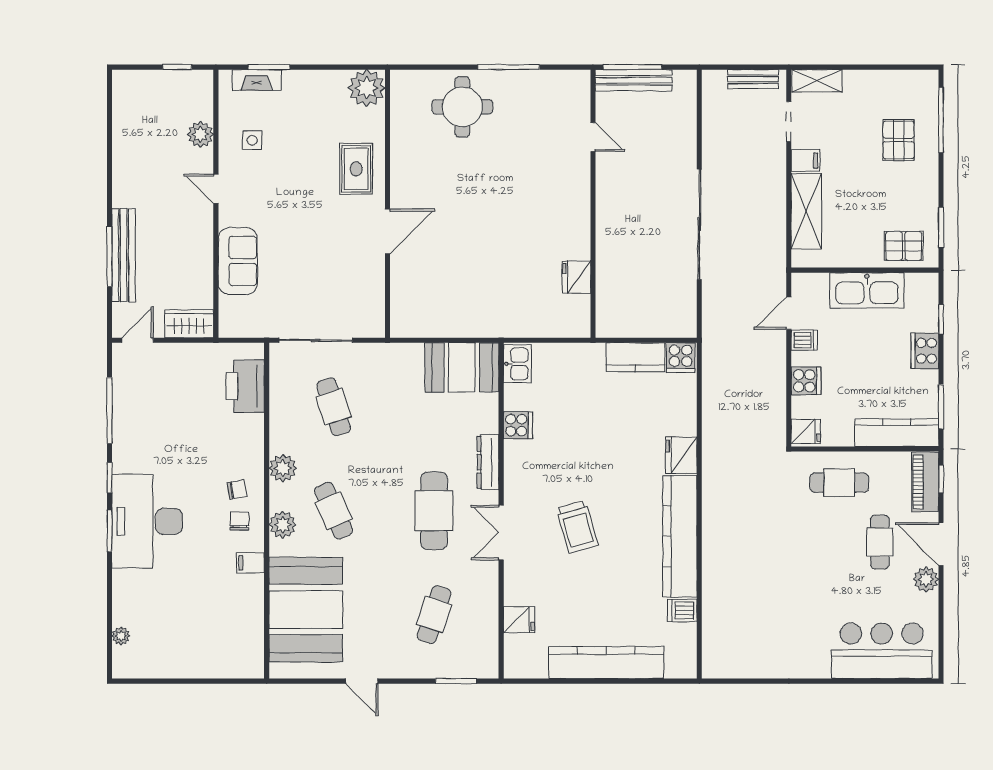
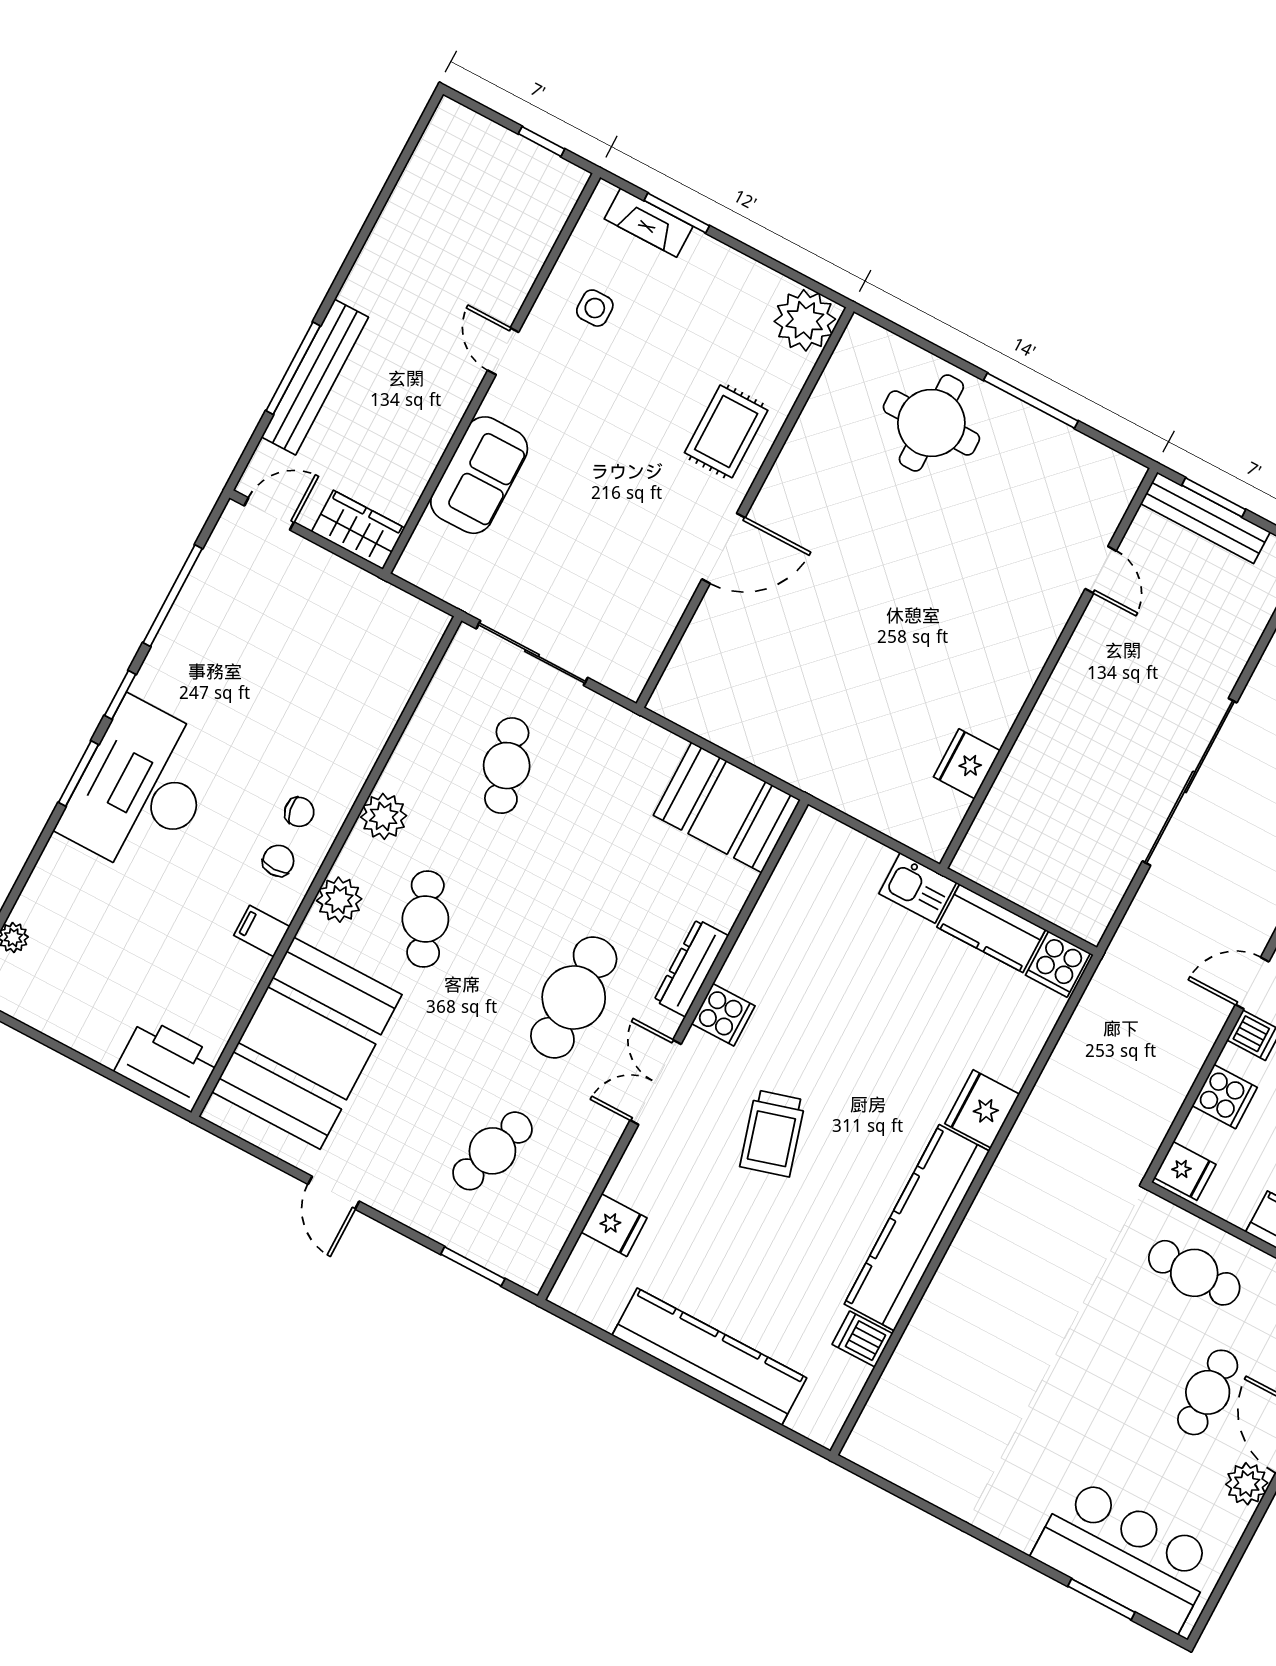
window: (632, 67) -> (1214, 497), width x0.69
plant: (200, 134) -> (523, 259), removed
kitchen sink: (517, 364) -> (918, 888), moved, turned 90
printer: (245, 386) -> (167, 1064), moved, turned 90
cooker: (518, 425) -> (723, 1015), moved
window: (882, 681) -> (1101, 1599), added

